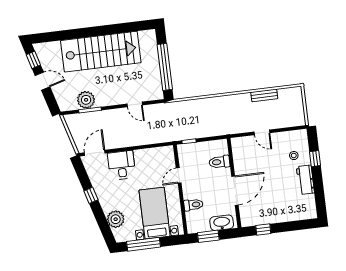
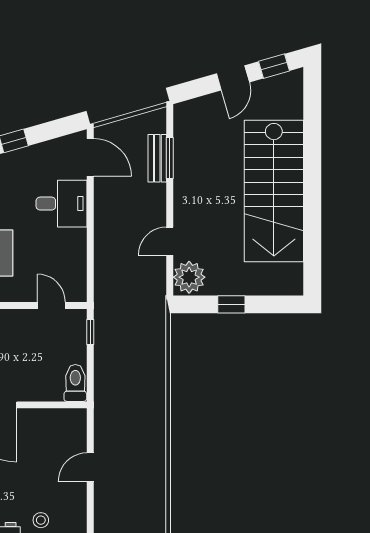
window: (165, 67) -> (231, 304), width x0.32
bench: (264, 95) -> (157, 158), moved
plant: (86, 100) -> (189, 277), moved
toilet: (219, 162) -> (75, 383), moved
door: (179, 175) -> (51, 305), moved

